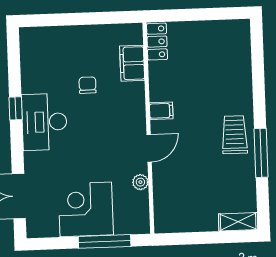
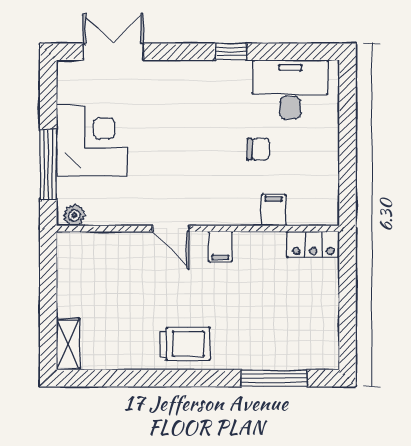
filing cabinet: (132, 63) -> (274, 210), width x0.50
desk: (44, 122) -> (290, 89), moved
window: (261, 153) -> (274, 378), moved
plant: (140, 182) -> (74, 215), moved

